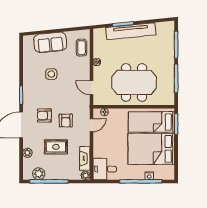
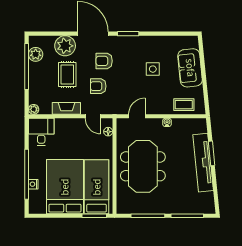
armchair: (44, 116) -> (104, 61), turned -90
plant: (27, 153) -> (65, 46), width x1.87, depth x1.87
fireplace: (85, 158) -> (66, 108), moved

